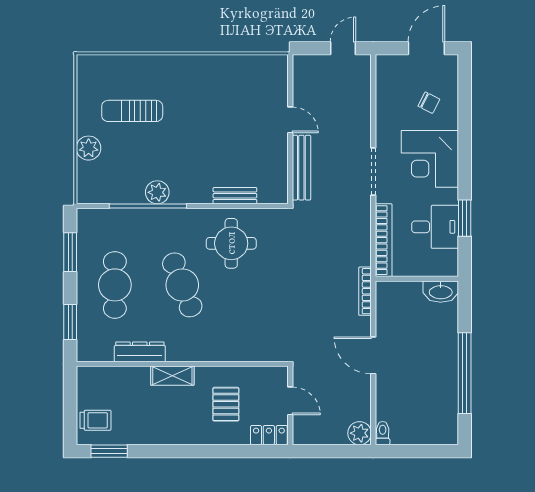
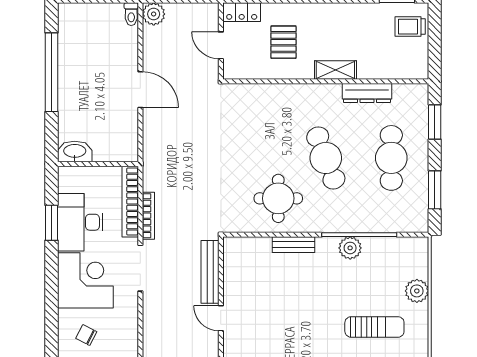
bench: (235, 196) -> (293, 245), moved
desk: (435, 227) -> (80, 222), width x1.37
bookcase: (365, 291) -> (148, 216), moved

